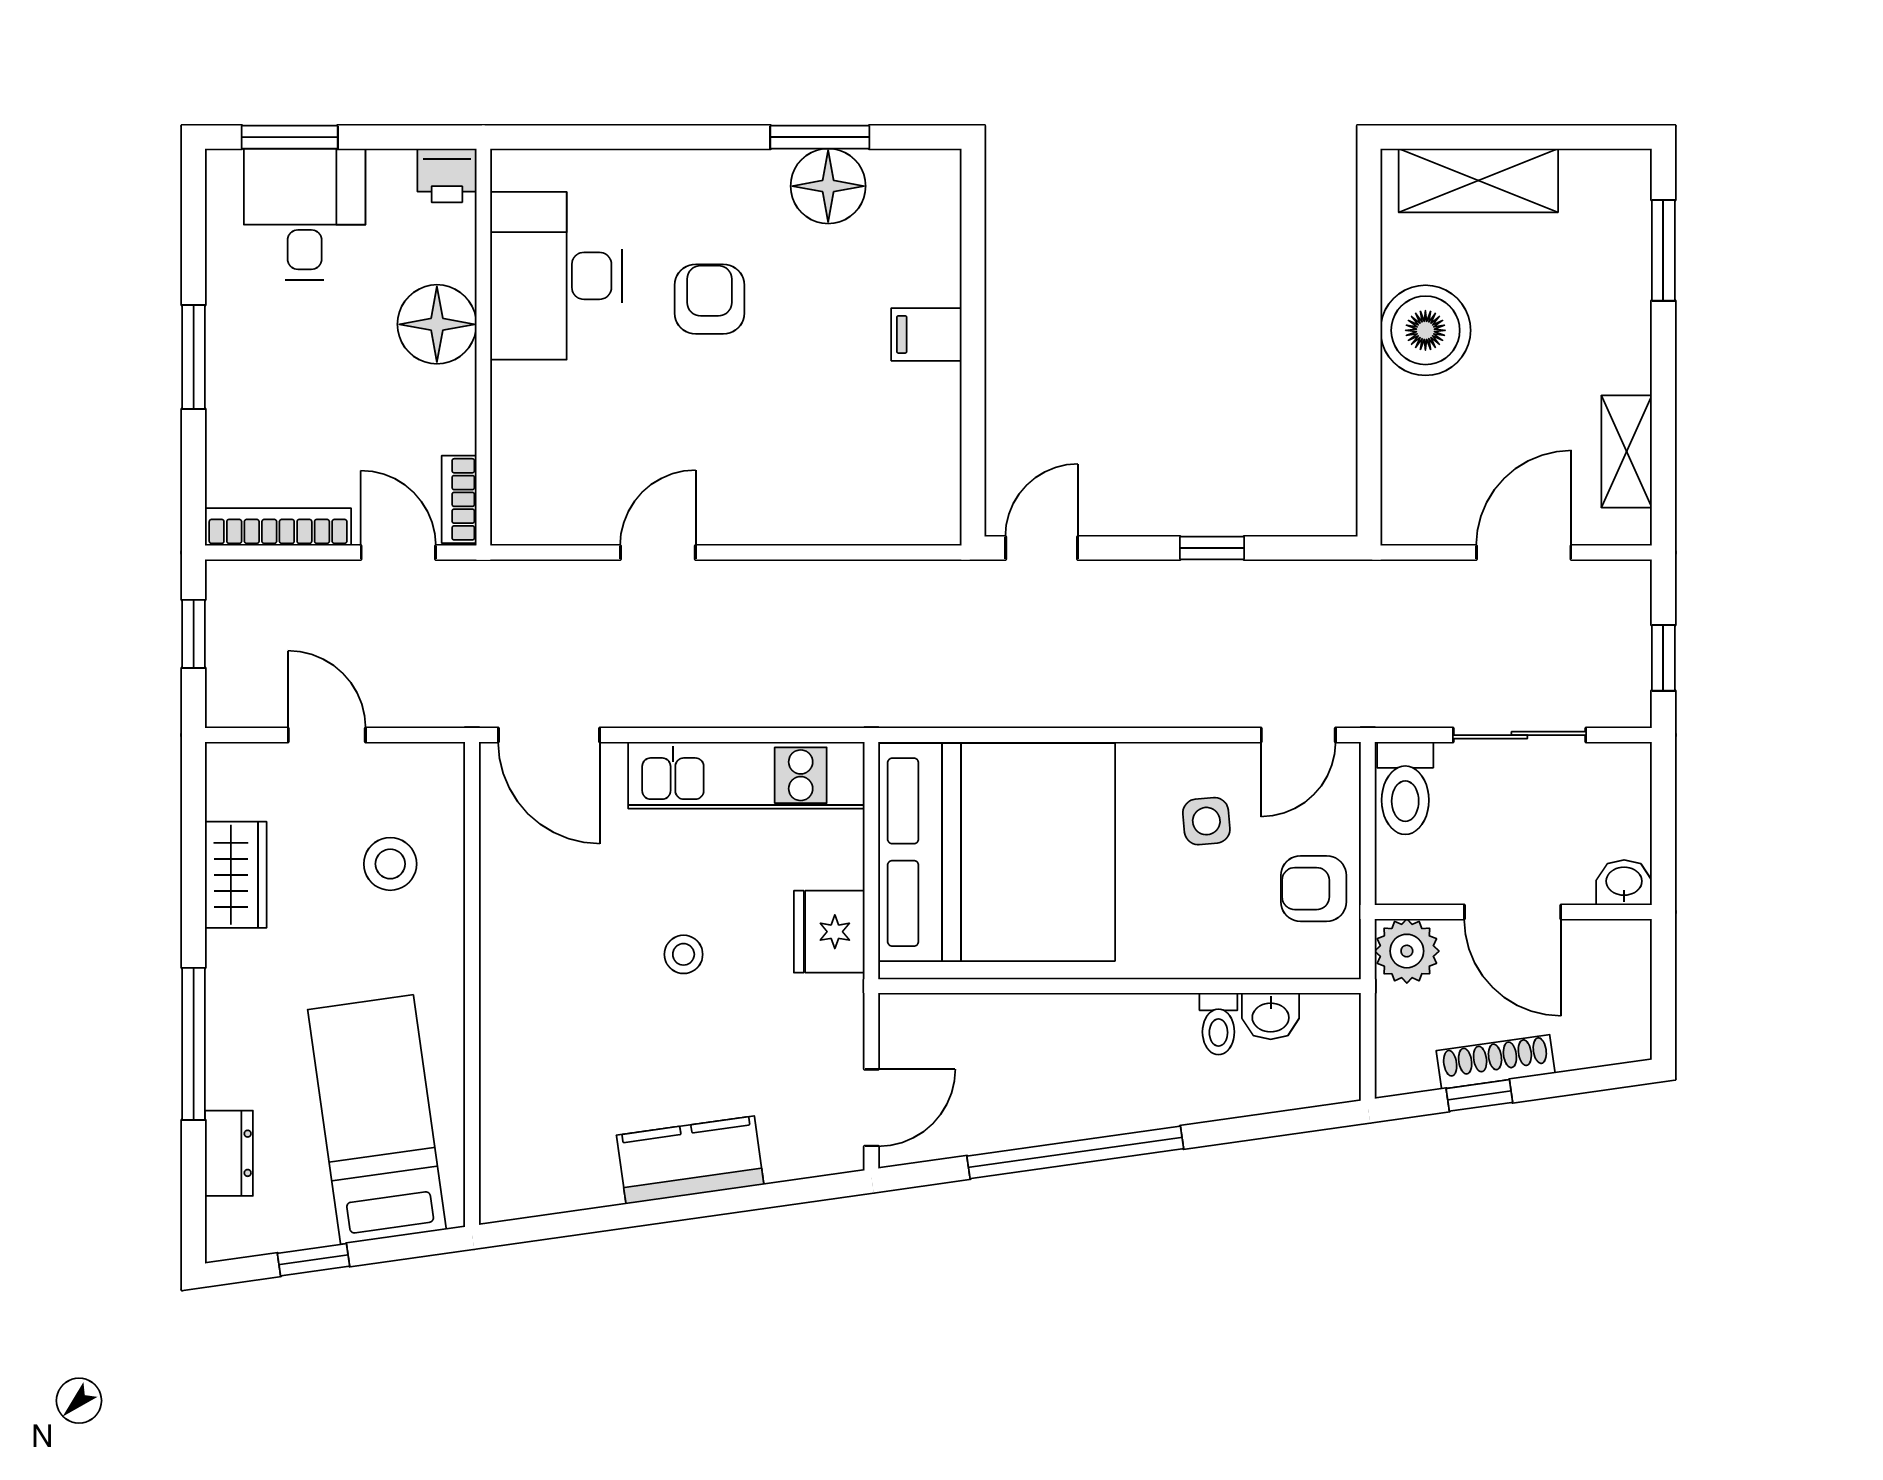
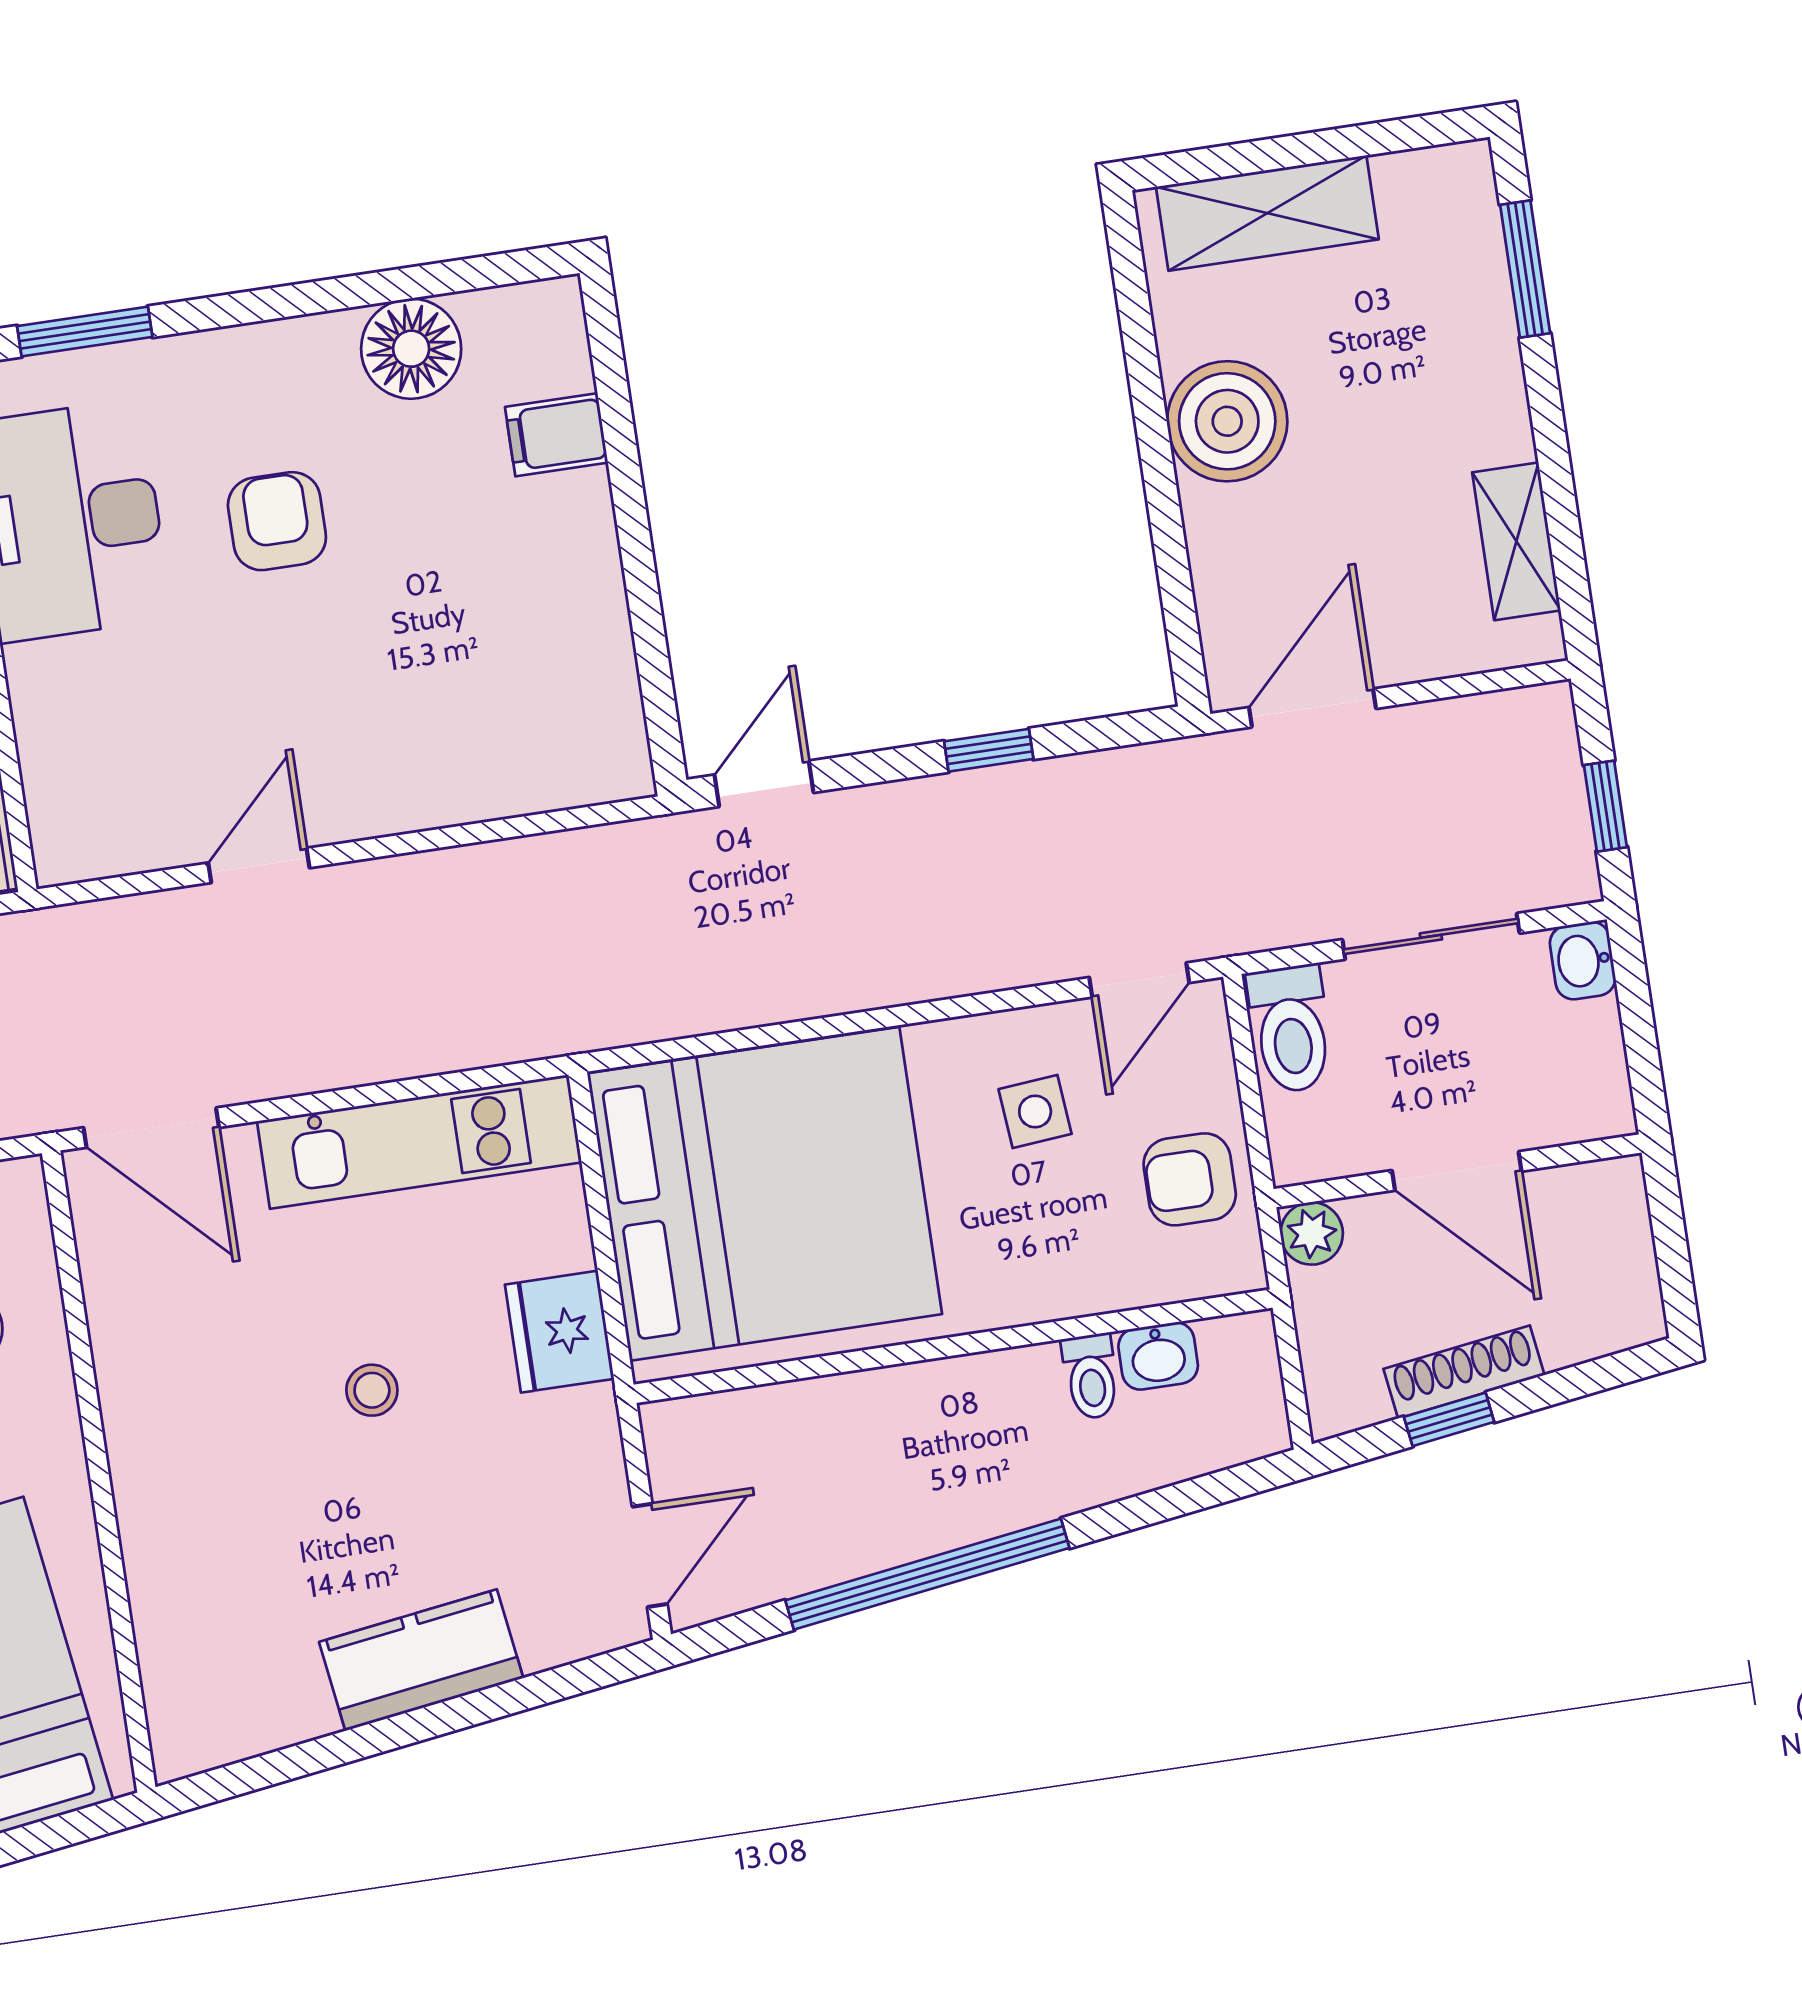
window: (820, 137) -> (85, 331), moved
filing cabinet: (926, 334) -> (556, 435), moved
door: (1524, 552) -> (1312, 708), moved
washbasin: (1624, 883) -> (1583, 961), moved, turned -90
plant: (1407, 951) -> (1312, 1233), width x0.73, depth x0.73

